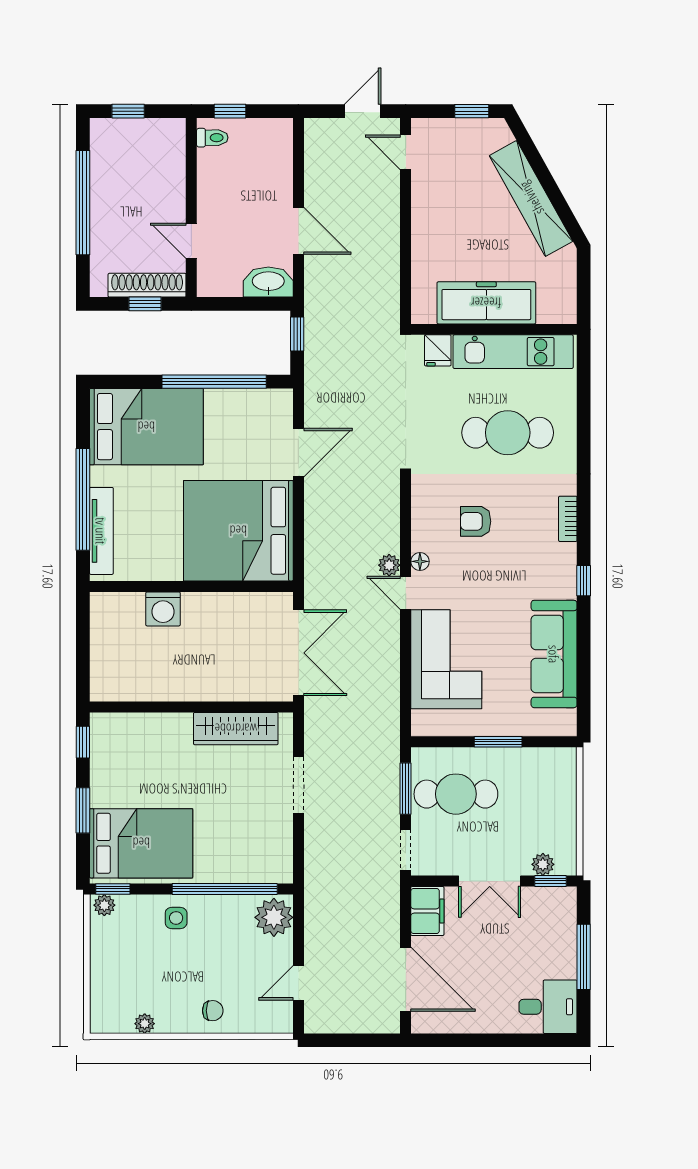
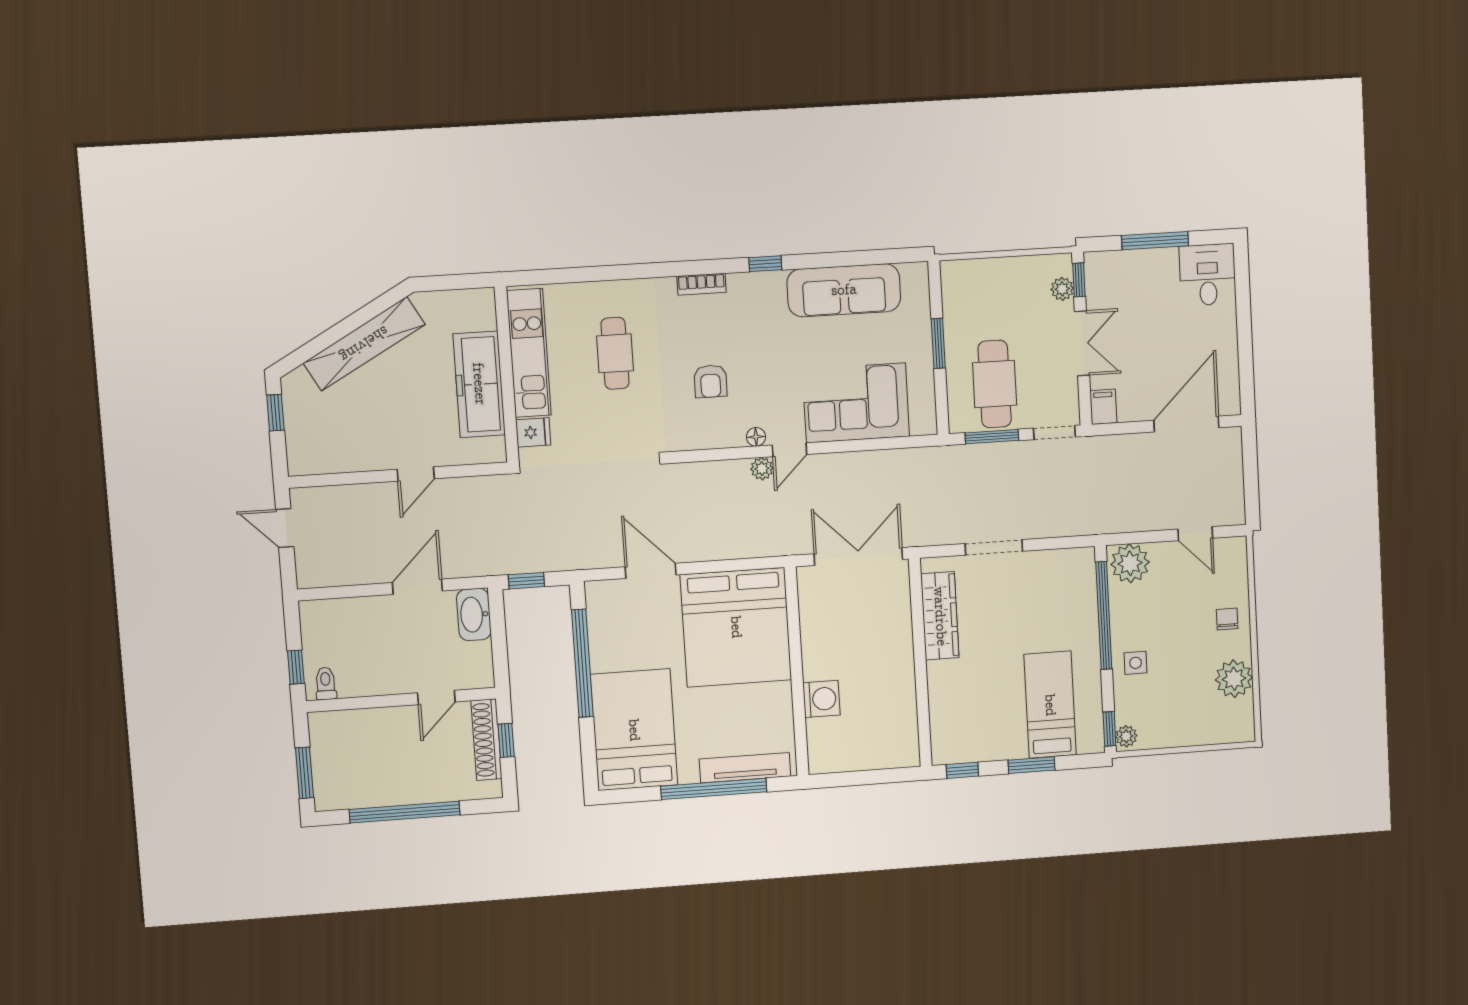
window: (128, 111) -> (304, 773), width x1.50
door: (406, 152) -> (416, 474), moved
cafe table: (508, 433) -> (615, 353), width x0.73, depth x0.74
bed: (141, 843) -> (1050, 705), width x0.67
filing cabinet: (427, 911) -> (1103, 407), width x0.50
plant: (145, 1024) -> (1234, 679), width x1.88, depth x1.88

